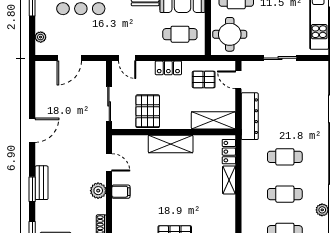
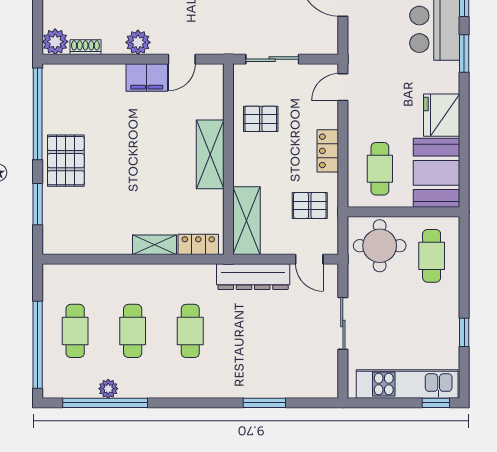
pallet: (204, 80) -> (310, 205), turned 90
door: (238, 80) -> (309, 259), swing flipped
pallet: (148, 111) -> (261, 119), width x0.67, depth x0.71
filing cabinet: (121, 192) -> (147, 78), width x2.00

